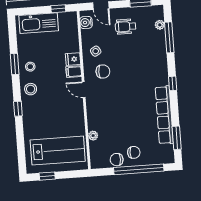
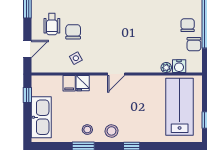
water cooler: (86, 22) -> (179, 66), moved
filing cabinet: (74, 72) -> (69, 83), moved
chair: (103, 72) -> (73, 32), moved

